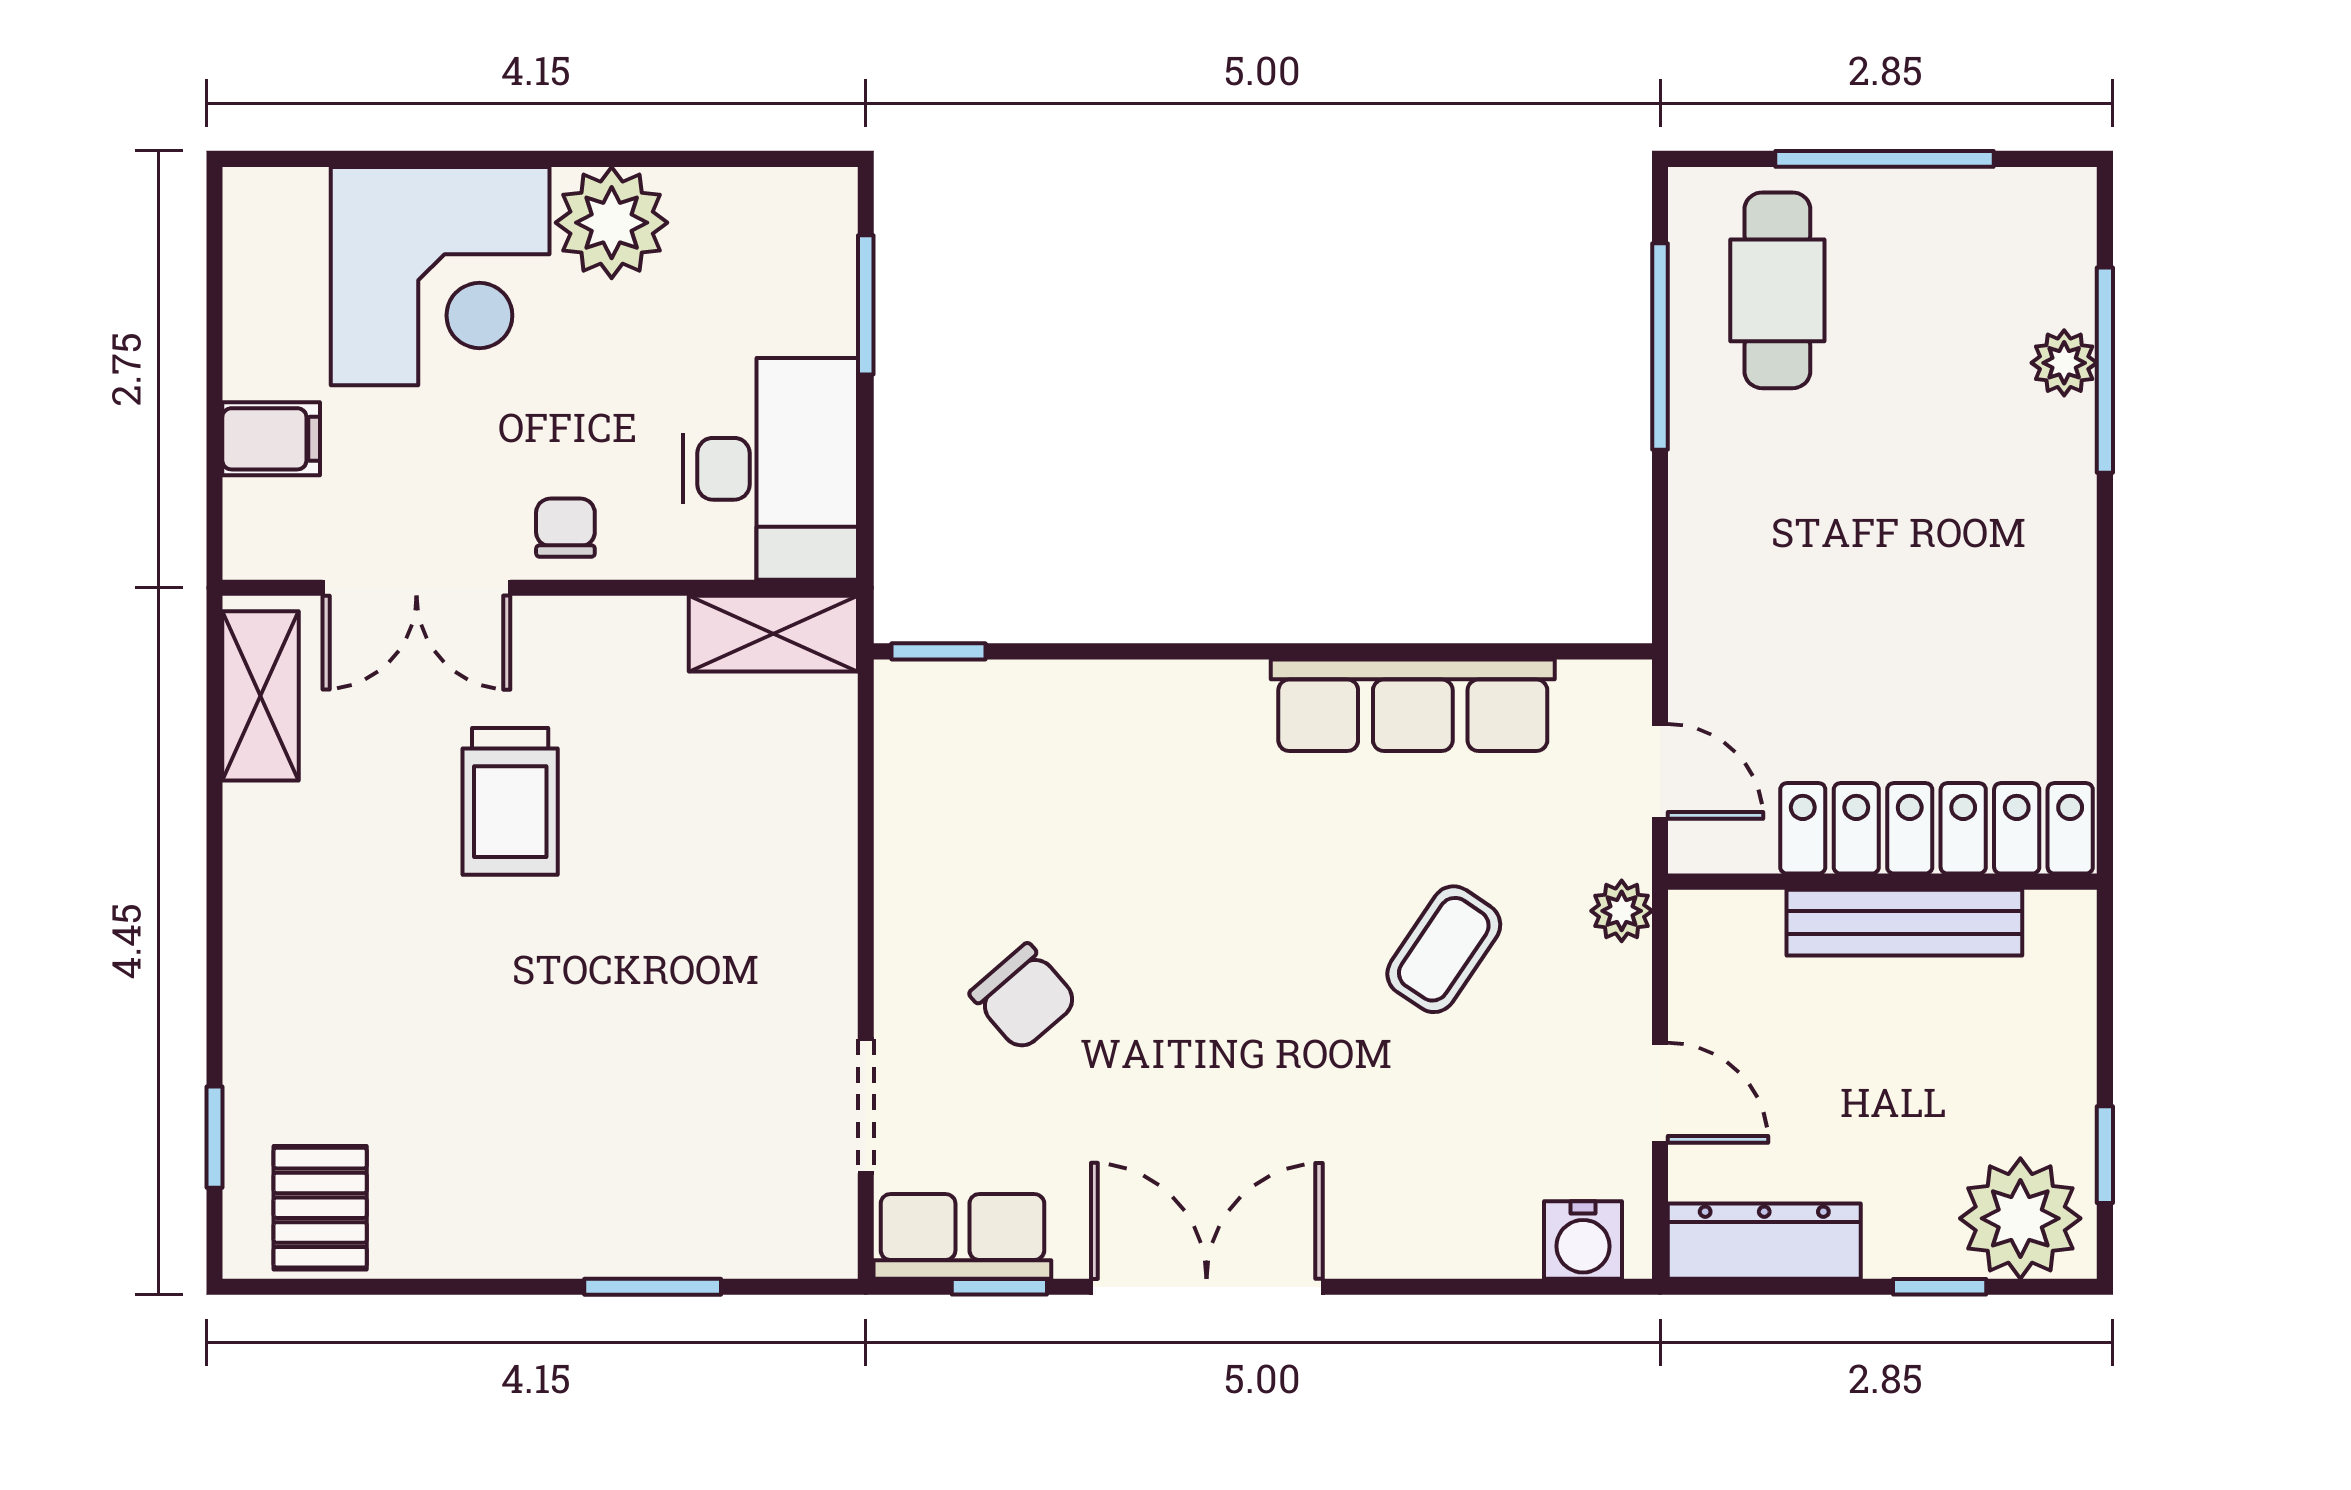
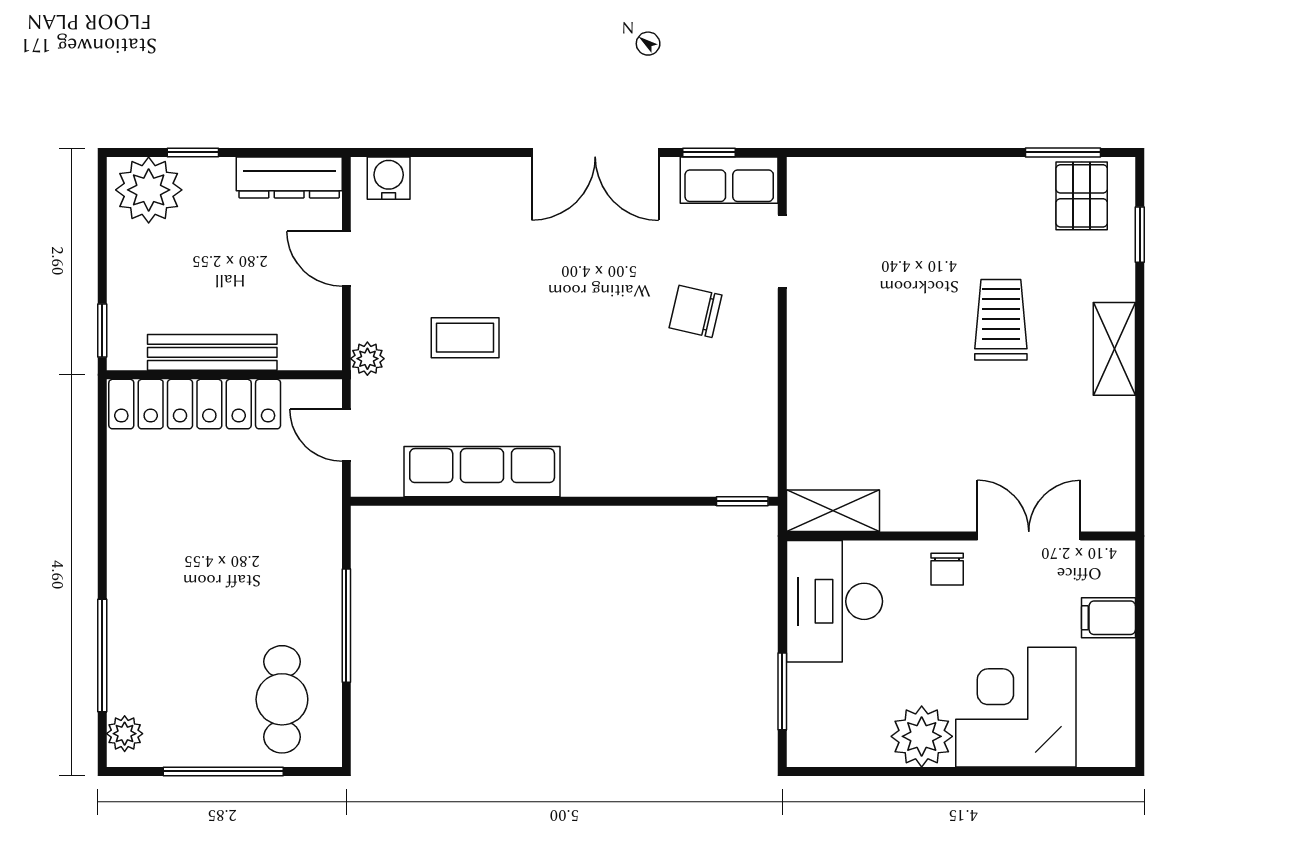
window: (1660, 347) -> (346, 626), moved
plant: (2064, 363) -> (125, 734), moved
shelving: (261, 696) -> (1114, 349), moved
trolley: (510, 801) -> (1001, 320), moved
coffee table: (1444, 949) -> (465, 338), turned 56
chair: (1024, 997) -> (696, 311), turned -36
window: (2105, 1155) -> (102, 330), moved
window: (653, 1287) -> (1063, 152), moved

